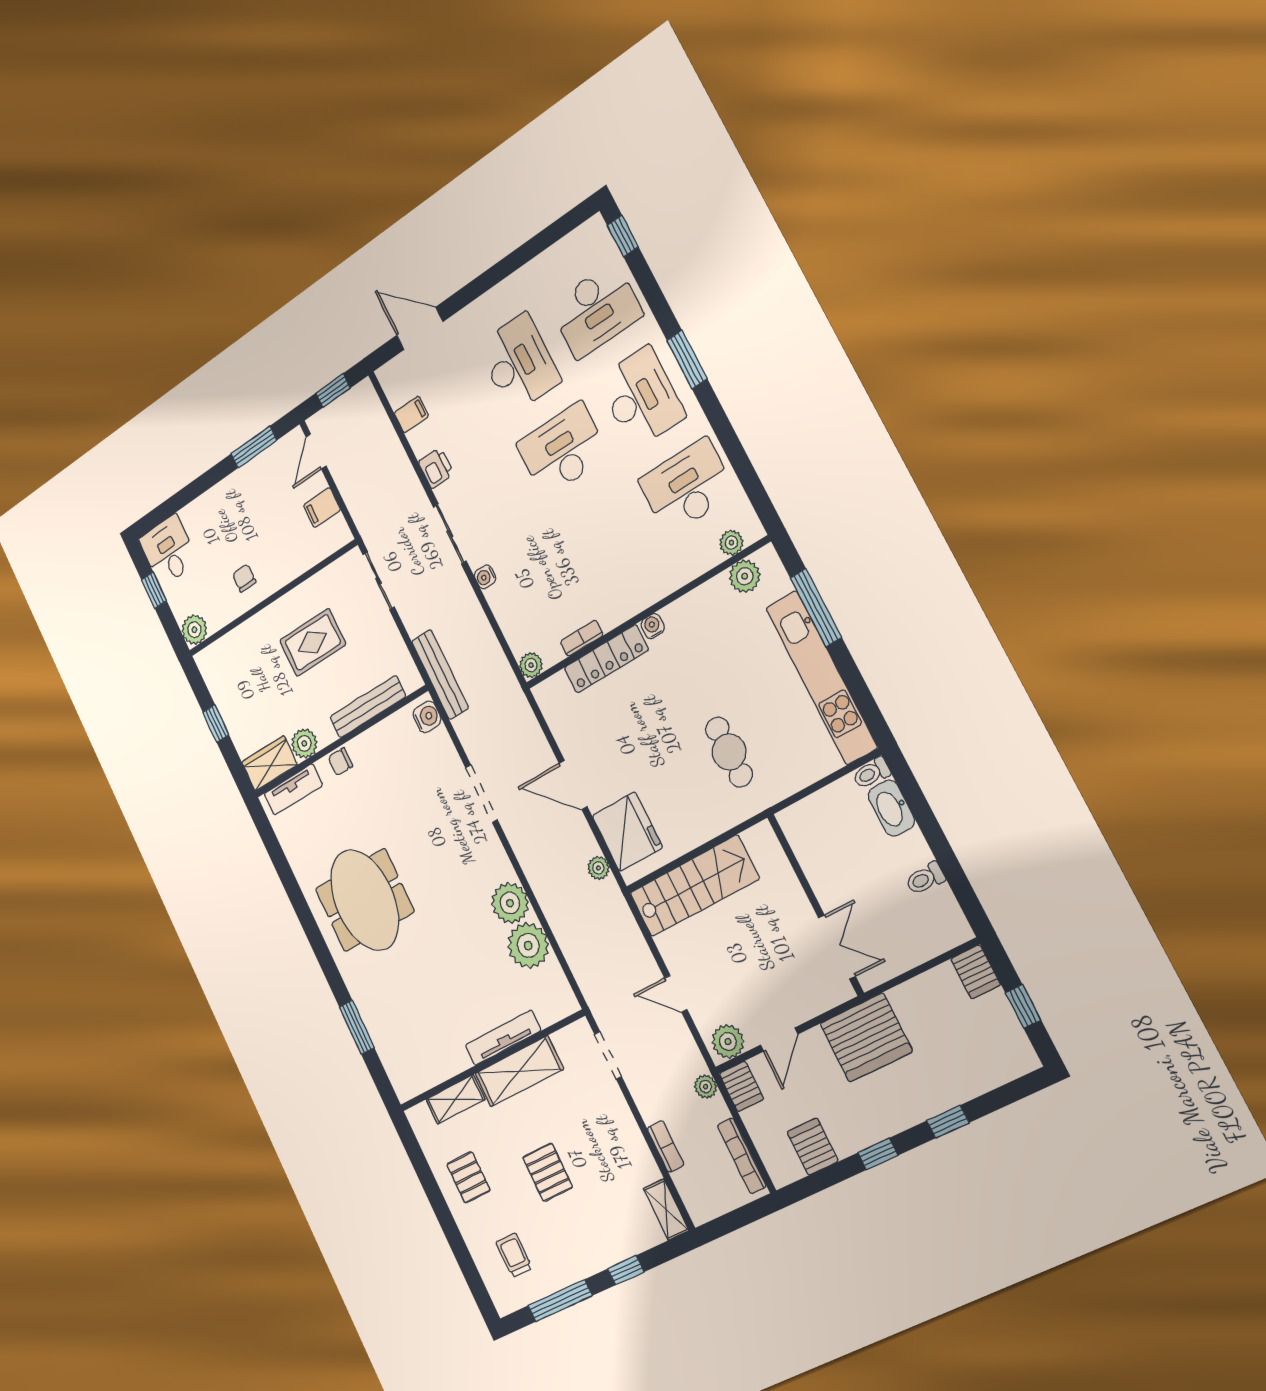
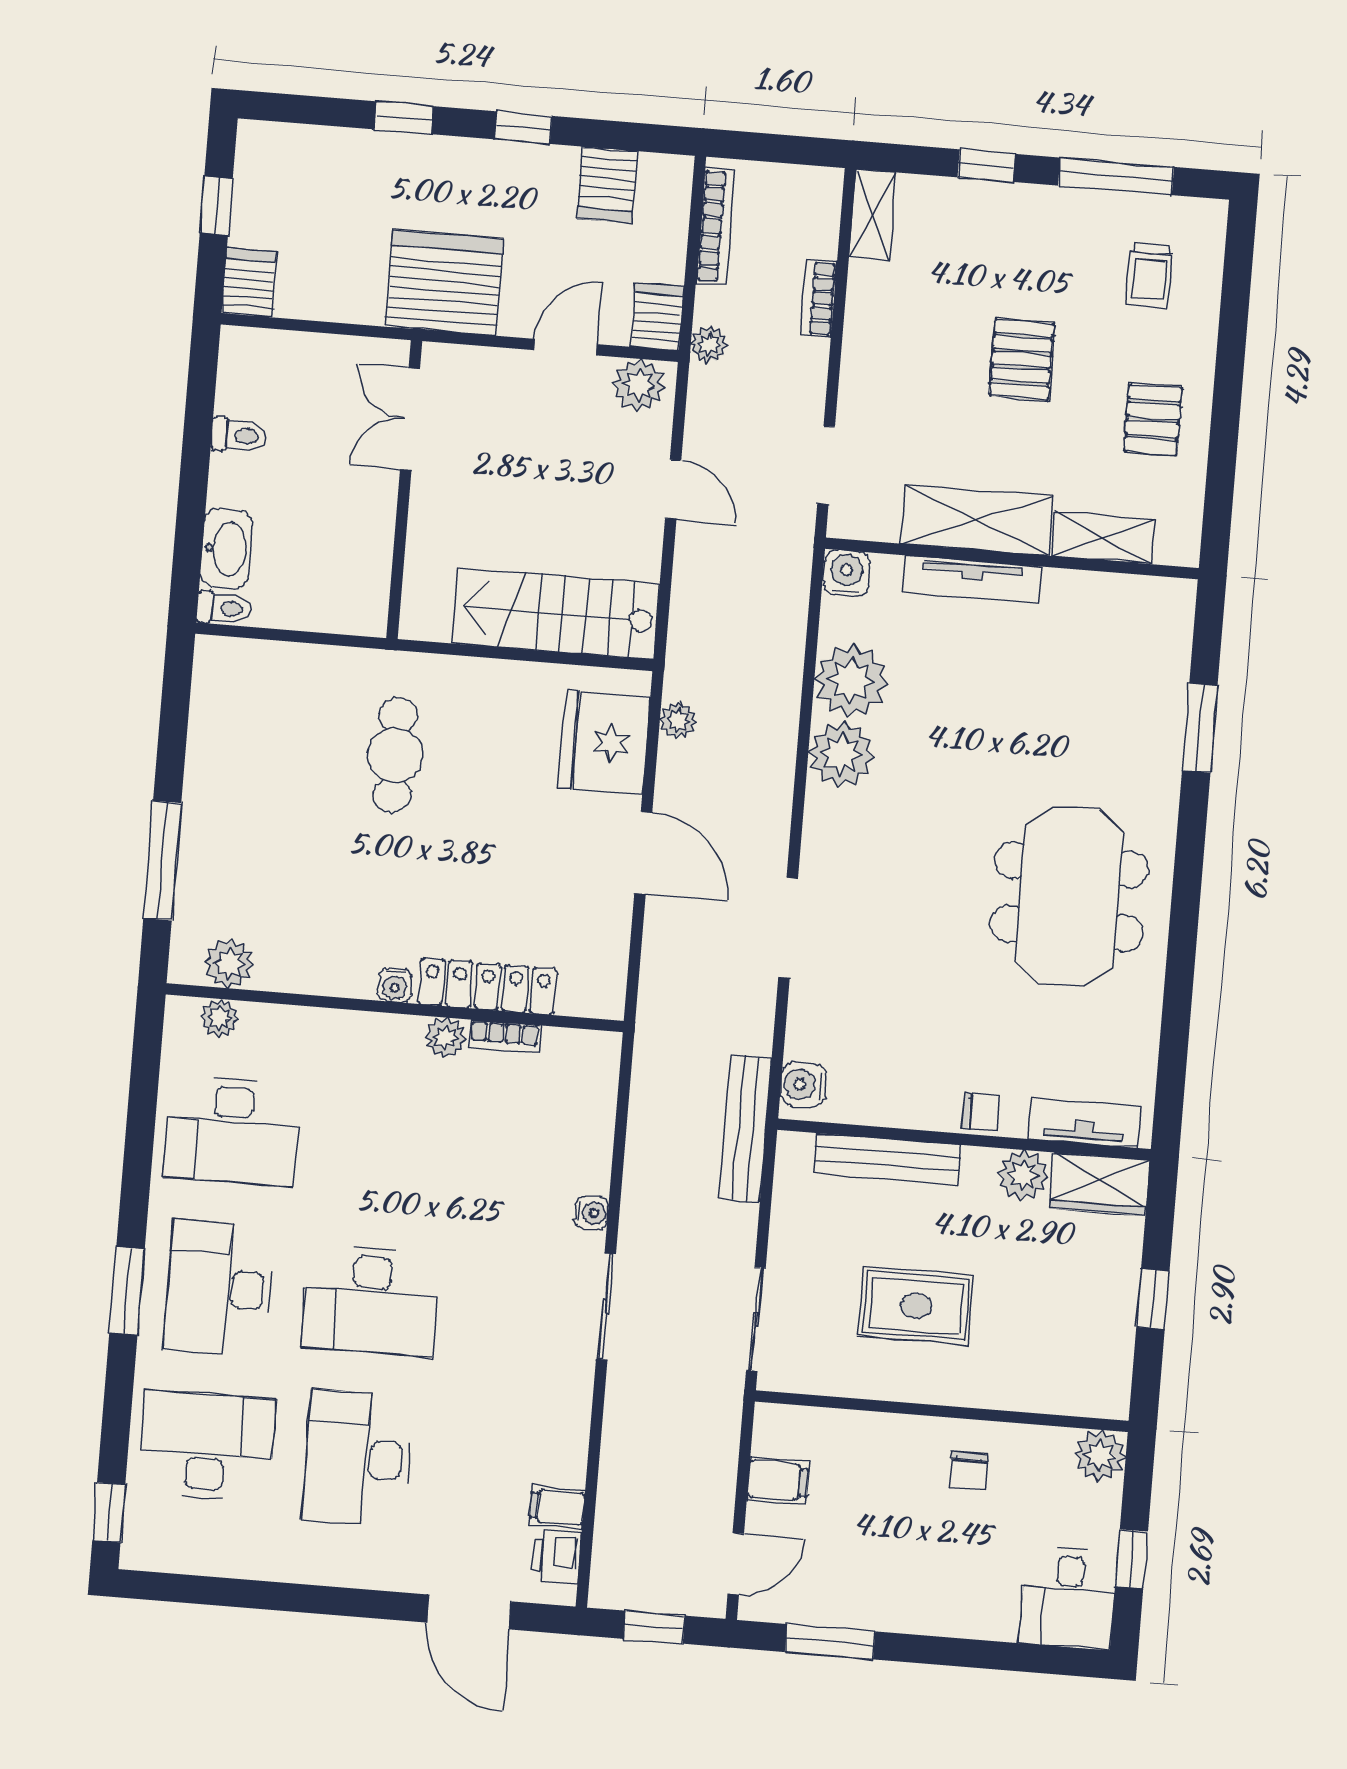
printer: (436, 468) -> (556, 1556), moved
plant: (531, 665) -> (445, 1038), moved
kitchen unit: (821, 677) -> (212, 769), removed
water cooler: (564, 1002) -> (847, 573), added

